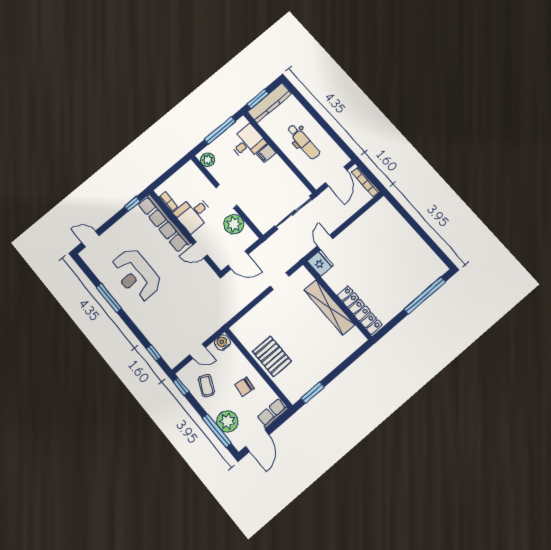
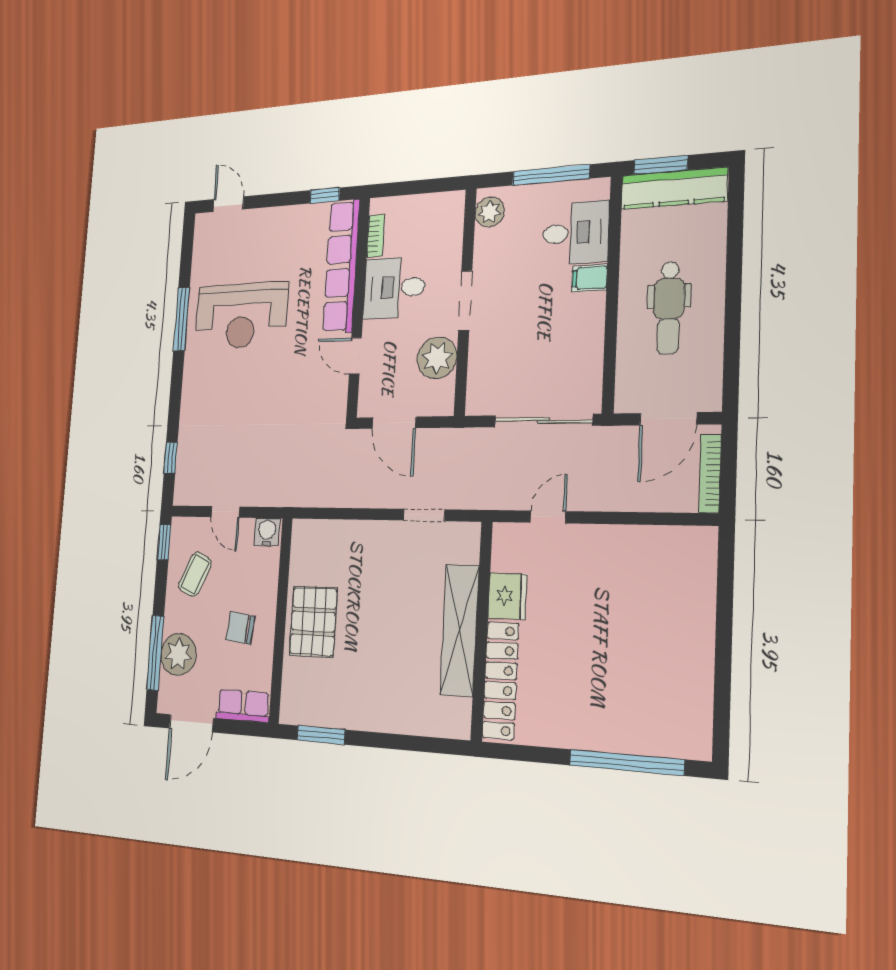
fridge: (320, 263) -> (507, 596), moved
reception desk: (136, 275) -> (241, 316), turned -90

